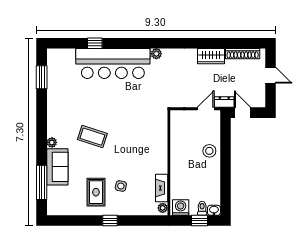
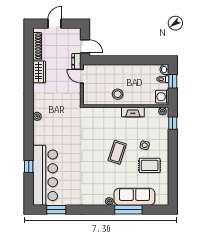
bar counter: (113, 63) -> (45, 175), moved
door: (243, 113) -> (85, 46), swing flipped
coffee table: (92, 137) -> (117, 152), moved
stool: (209, 151) -> (118, 94), moved
sofa: (57, 167) -> (134, 197), width x1.36
window: (42, 182) -> (128, 210), moved
fireplace: (162, 188) -> (133, 112), moved
window: (110, 221) -> (173, 123), moved

